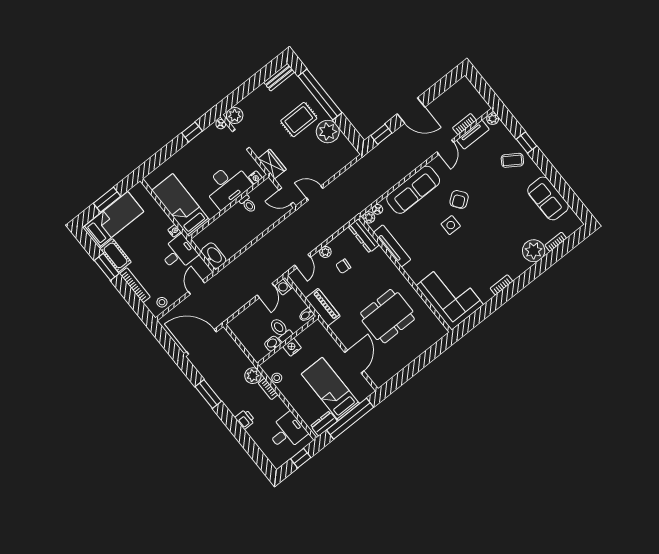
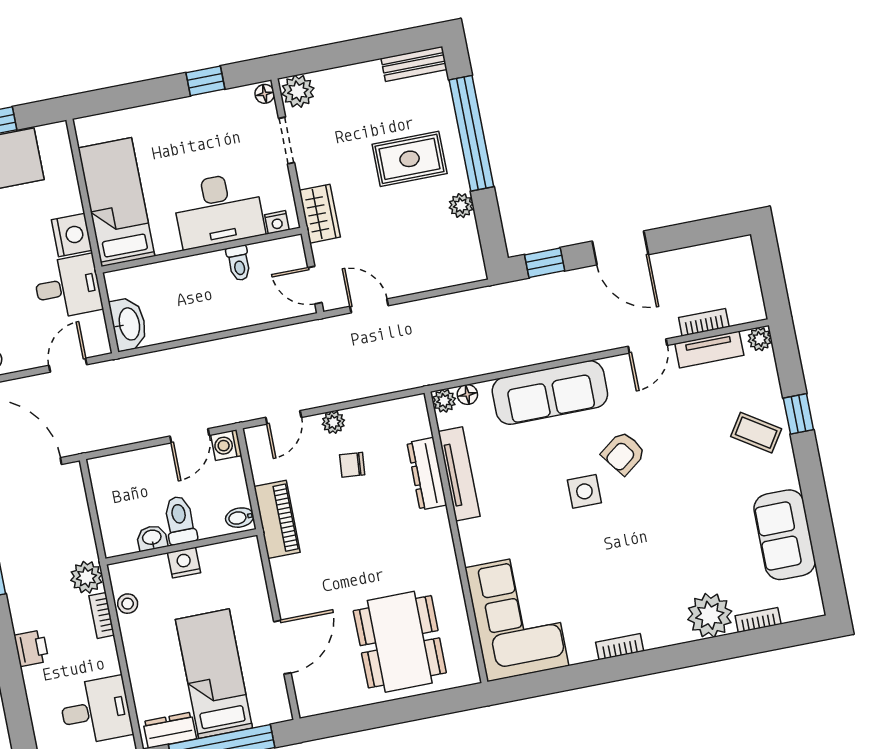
plant: (328, 132) -> (461, 206), width x0.53, depth x0.53
nightstand: (174, 231) -> (72, 235), width x1.89, depth x1.79
dresser: (364, 236) -> (427, 474), moved
dining table: (387, 316) -> (400, 642), moved, turned 90

